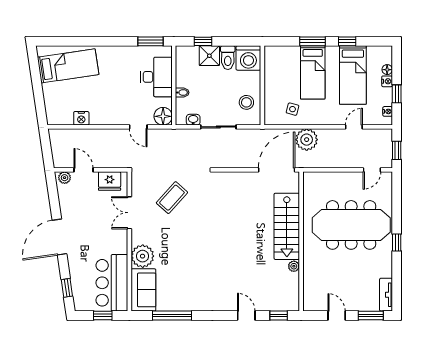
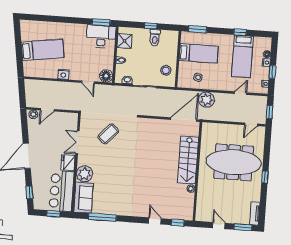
window: (203, 41) -> (151, 26), moved
window: (313, 41) -> (198, 29), moved
shower: (209, 56) -> (125, 41), moved
washing machine: (248, 58) -> (169, 39), removed
bed: (68, 66) -> (43, 50), moved
bed: (313, 72) -> (199, 53), moved, turned -90
desk: (156, 77) -> (101, 36), moved, turned -90
nightstand: (81, 118) -> (63, 74), moved
door: (83, 170) -> (47, 110), swing flipped
fridge: (110, 181) -> (68, 163), moved, turned 90

